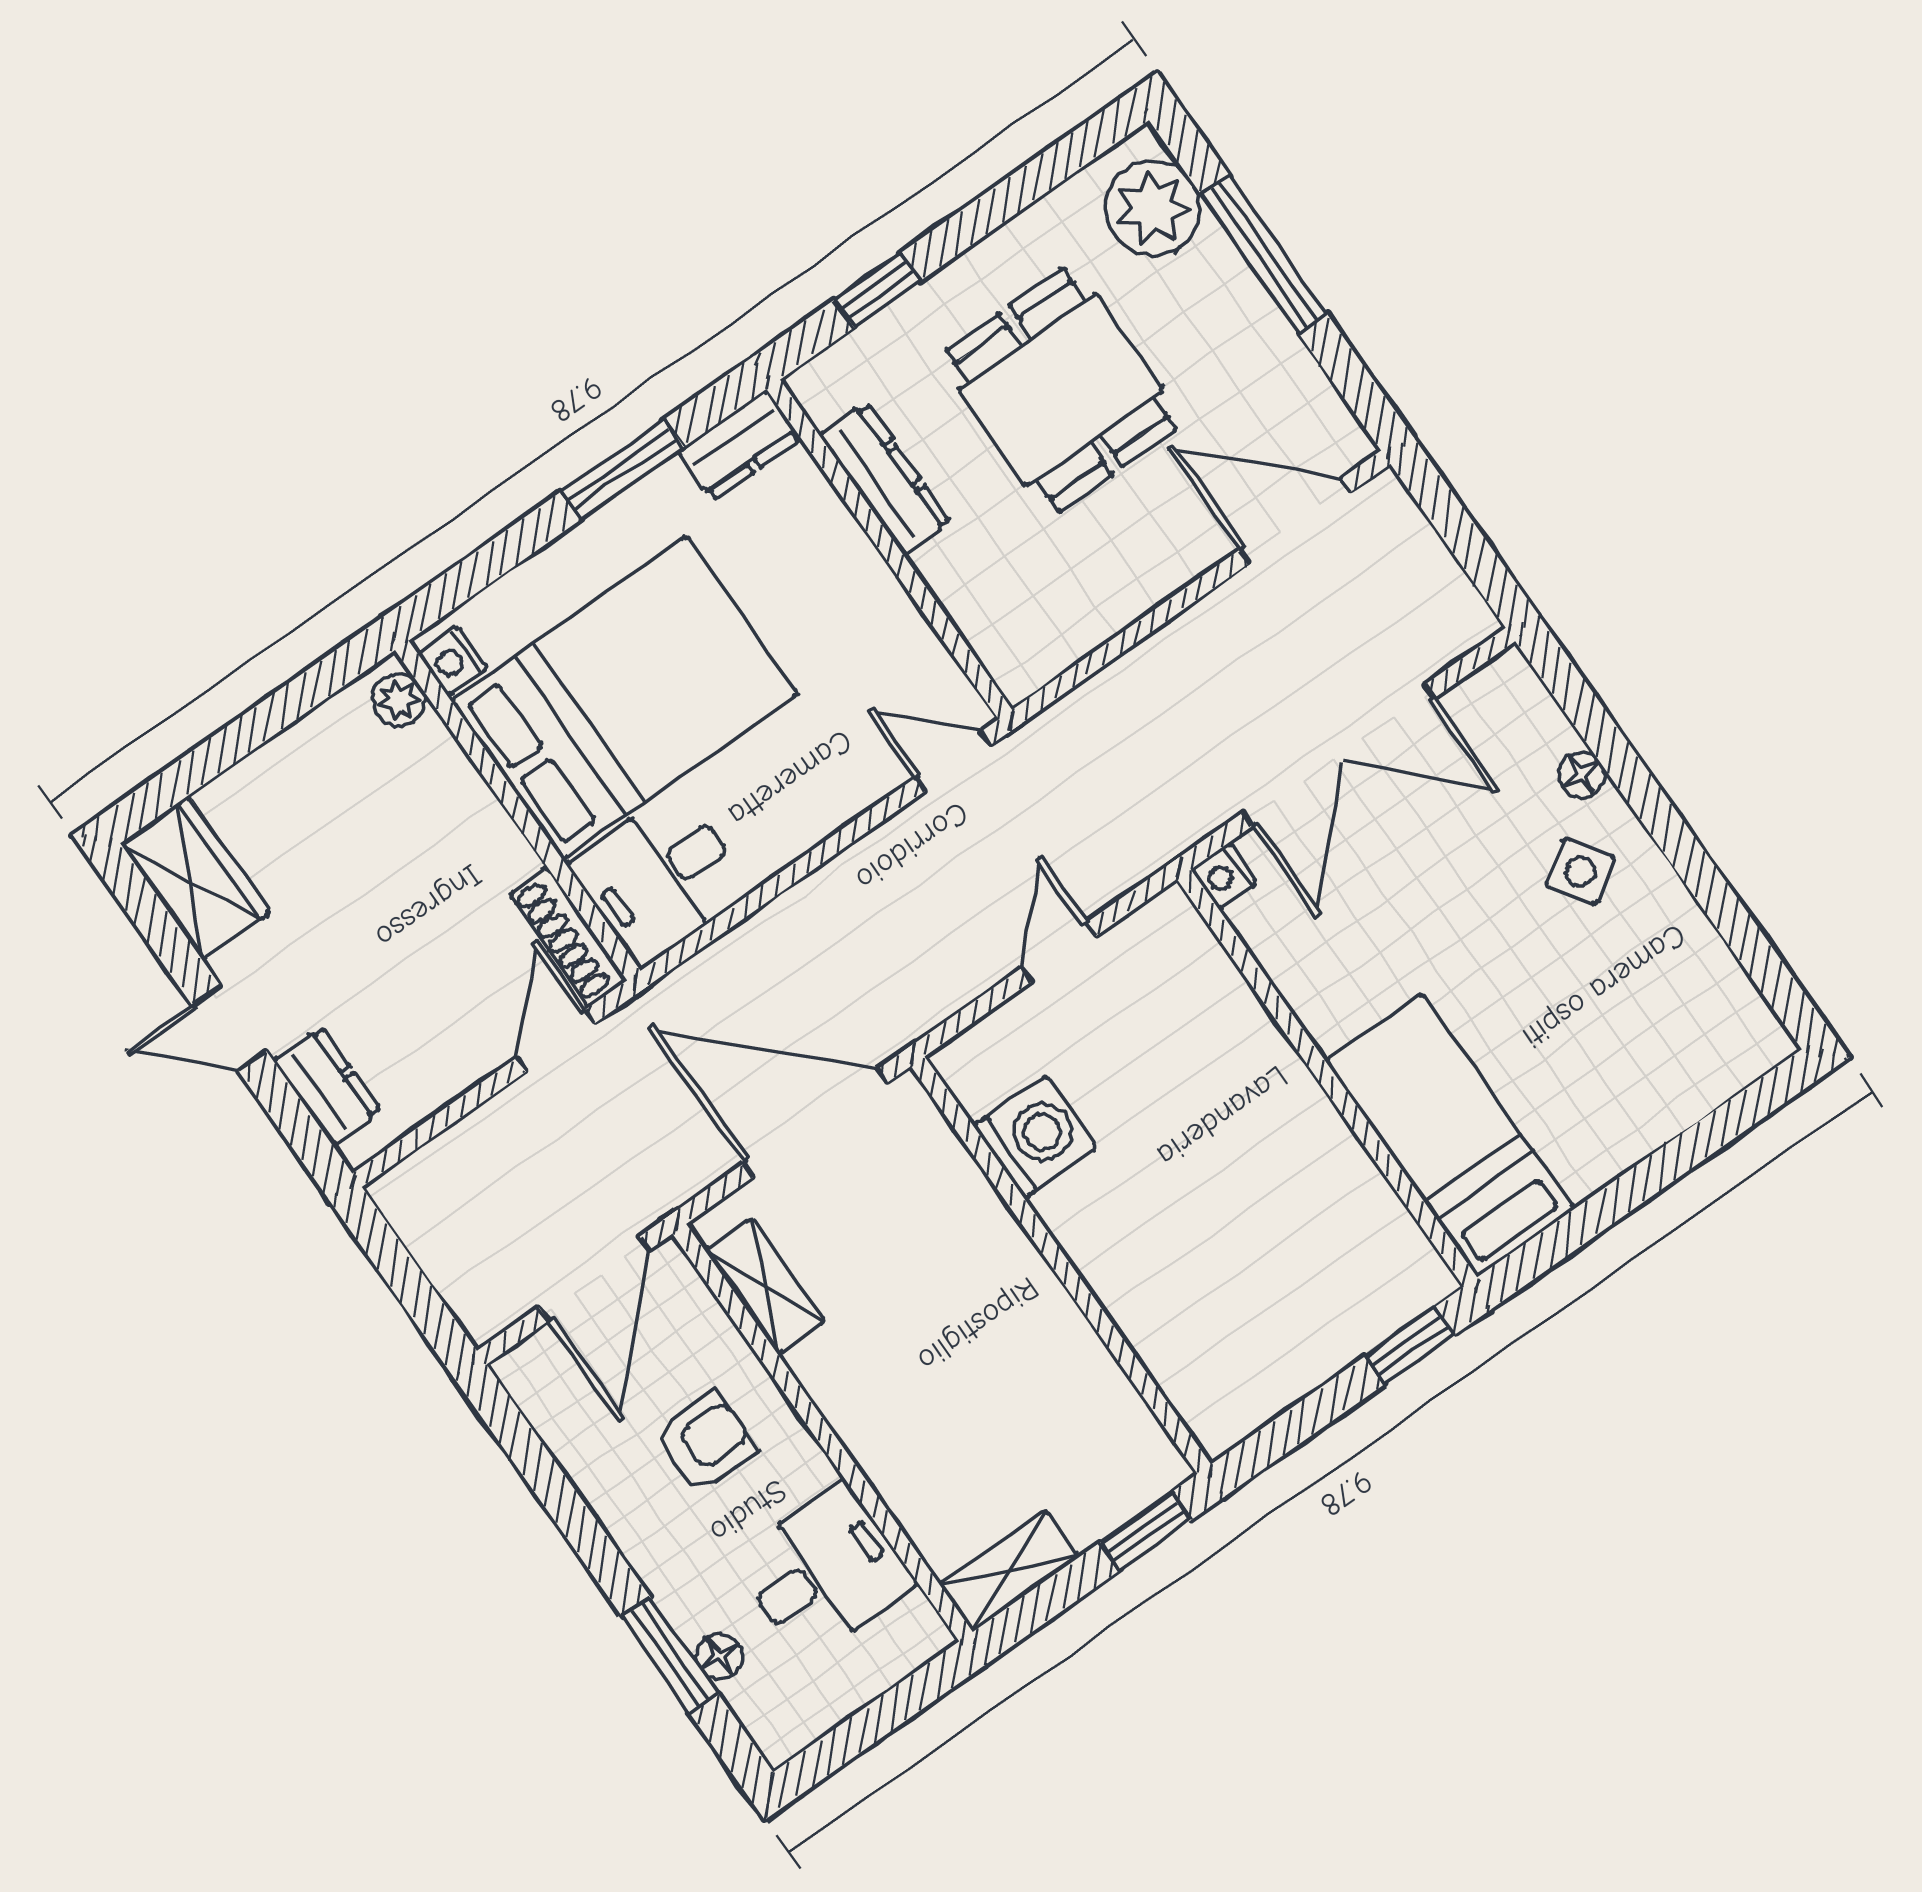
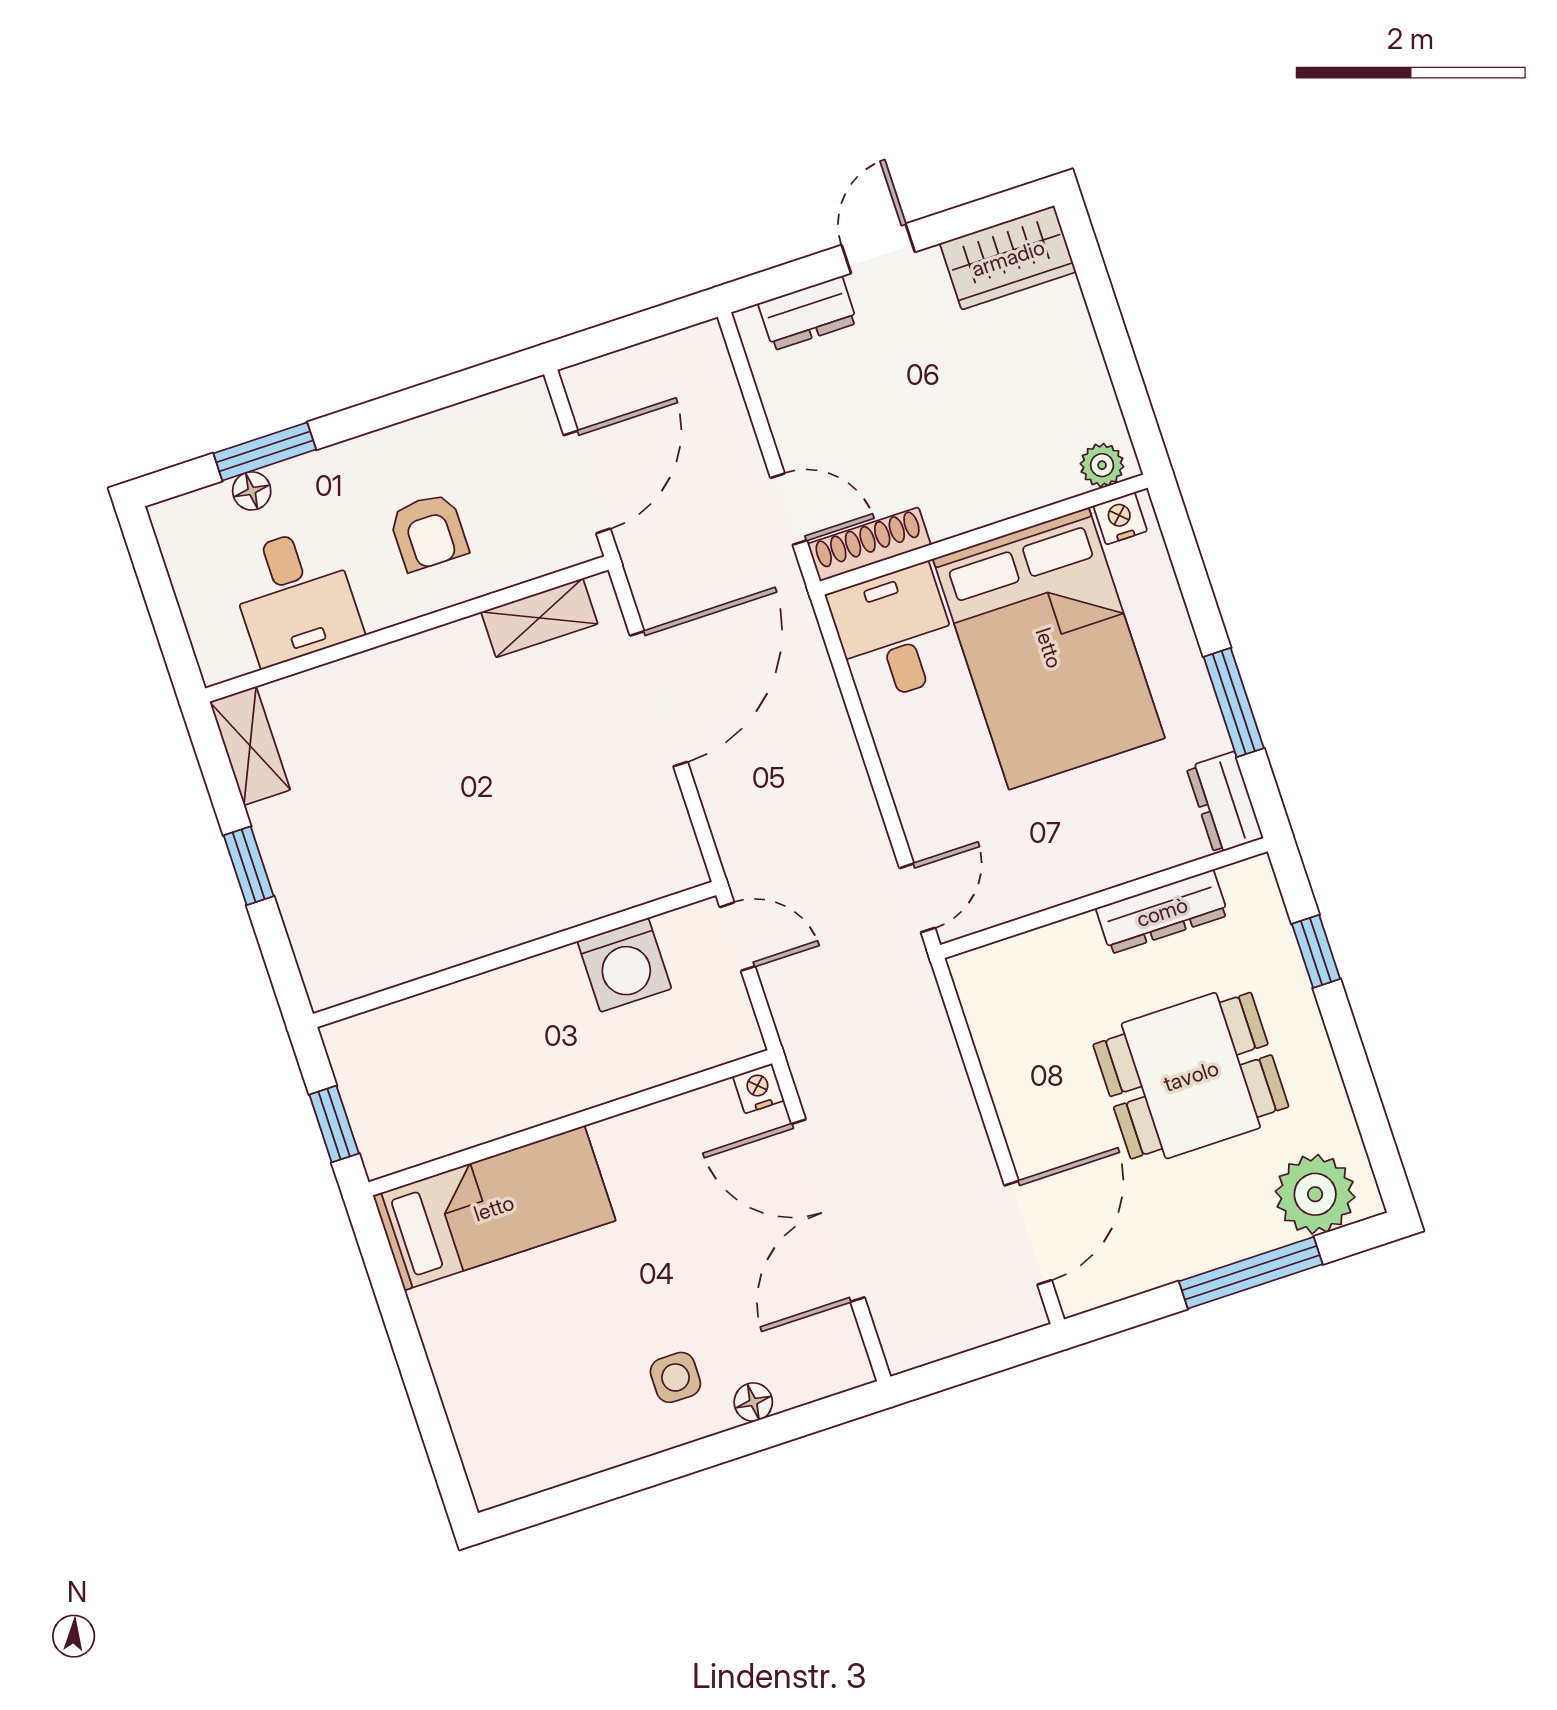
side table: (1580, 872) -> (675, 1377), turned 35
washing machine: (1035, 1137) -> (624, 965), moved
wall: (1061, 1265) -> (515, 955), moved
door: (594, 1279) -> (587, 482), swing flipped

